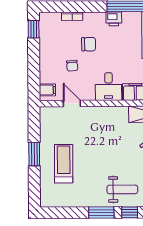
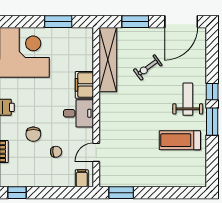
chair: (89, 44) -> (33, 134), turned 180
window: (34, 154) -> (121, 193), moved
treadmill: (64, 164) -> (180, 140), moved

